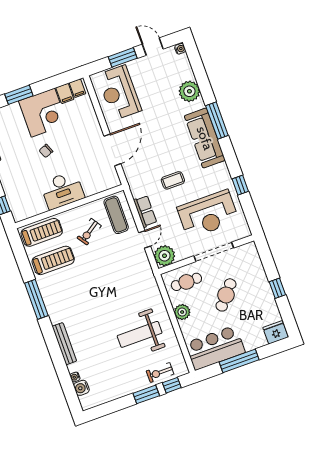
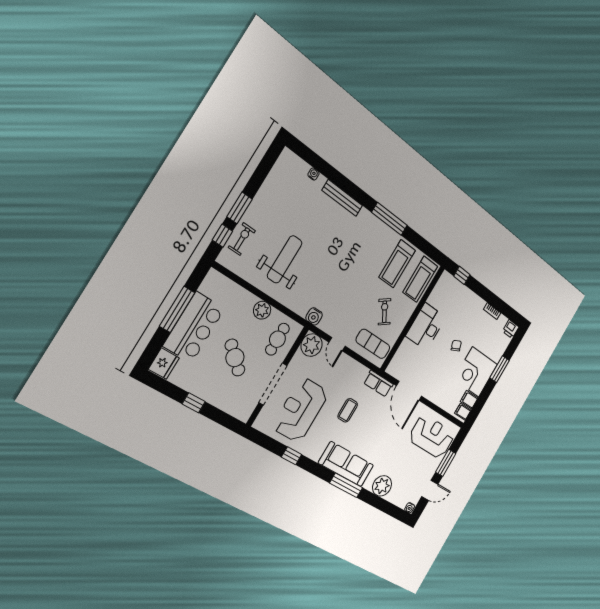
row of seats: (145, 211) -> (378, 384), moved
bar counter: (215, 348) -> (194, 327), moved
water cooler: (81, 388) -> (314, 316), moved, turned 180

